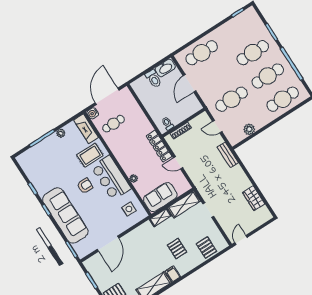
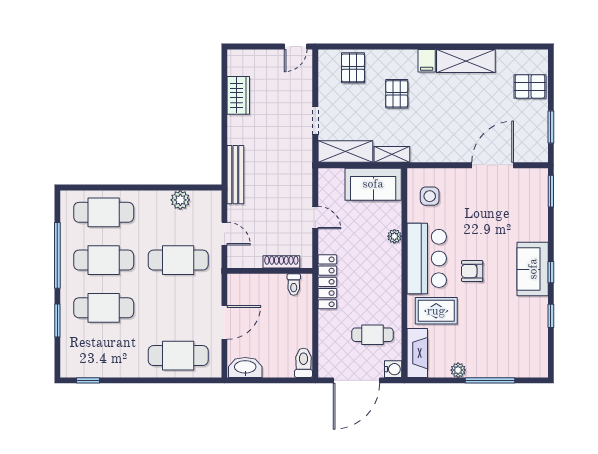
toilet: (153, 79) -> (303, 363), moved
locker: (159, 146) -> (327, 282), moved
bench: (228, 155) -> (235, 175), width x1.36
sofa: (65, 215) -> (533, 269), width x0.54, depth x0.79

